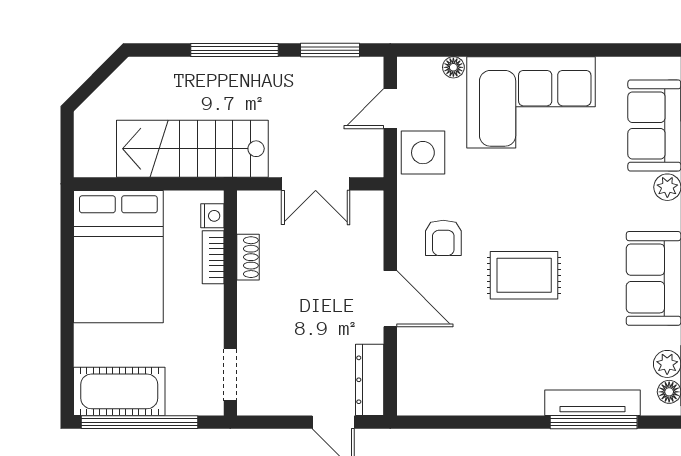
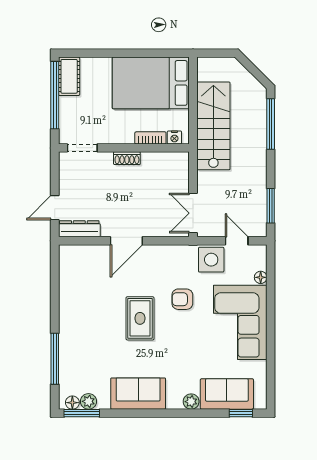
window: (234, 50) -> (271, 124), moved
double door: (316, 184) -> (193, 213), moved
armchair: (443, 238) -> (182, 299), moved
shoe rack: (248, 257) -> (127, 158), moved
cot: (119, 391) -> (69, 76), width x0.73, depth x0.75
tv unit: (592, 403) -> (66, 358), removed

